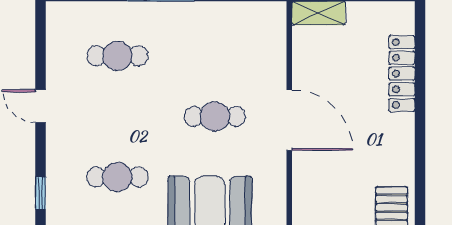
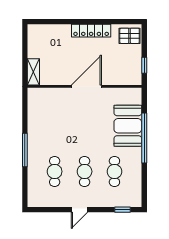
locker: (402, 74) -> (91, 31), moved
cafe table: (215, 116) -> (85, 171), moved

